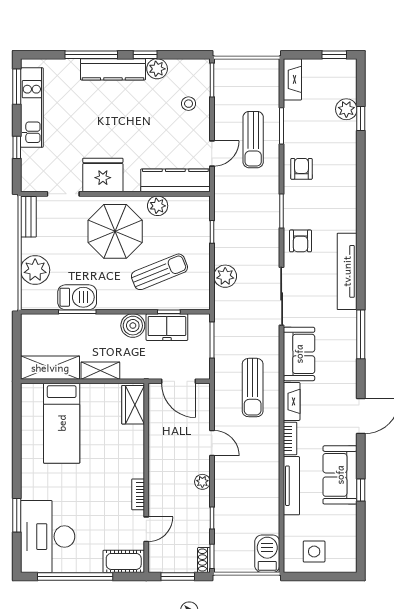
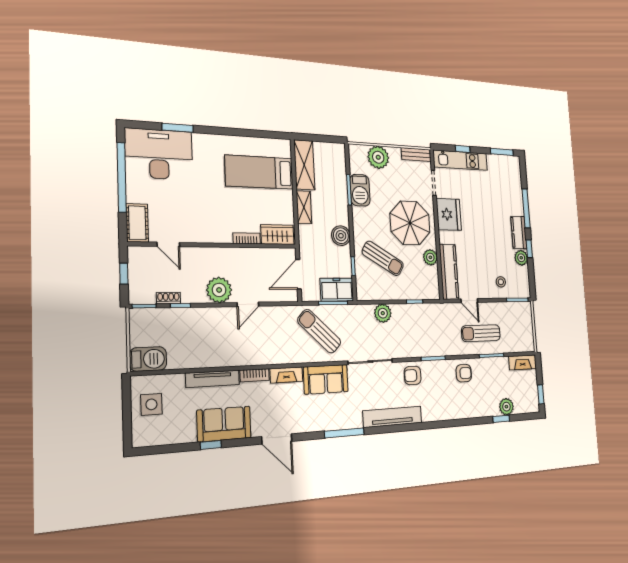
kitchen counter: (113, 69) -> (519, 232), width x0.67
kitchen unit: (32, 108) -> (460, 160), moved
sun lounger: (159, 272) -> (383, 258), turned -37
freezer: (167, 327) -> (337, 290), moved, turned 90
sun lounger: (253, 388) -> (319, 331), moved, turned 44
plant: (202, 482) -> (219, 290), width x1.88, depth x1.88
bookcase: (138, 494) -> (247, 238), moved
shoe rack: (204, 560) -> (168, 298), moved
window: (178, 577) -> (124, 274), width x0.67

